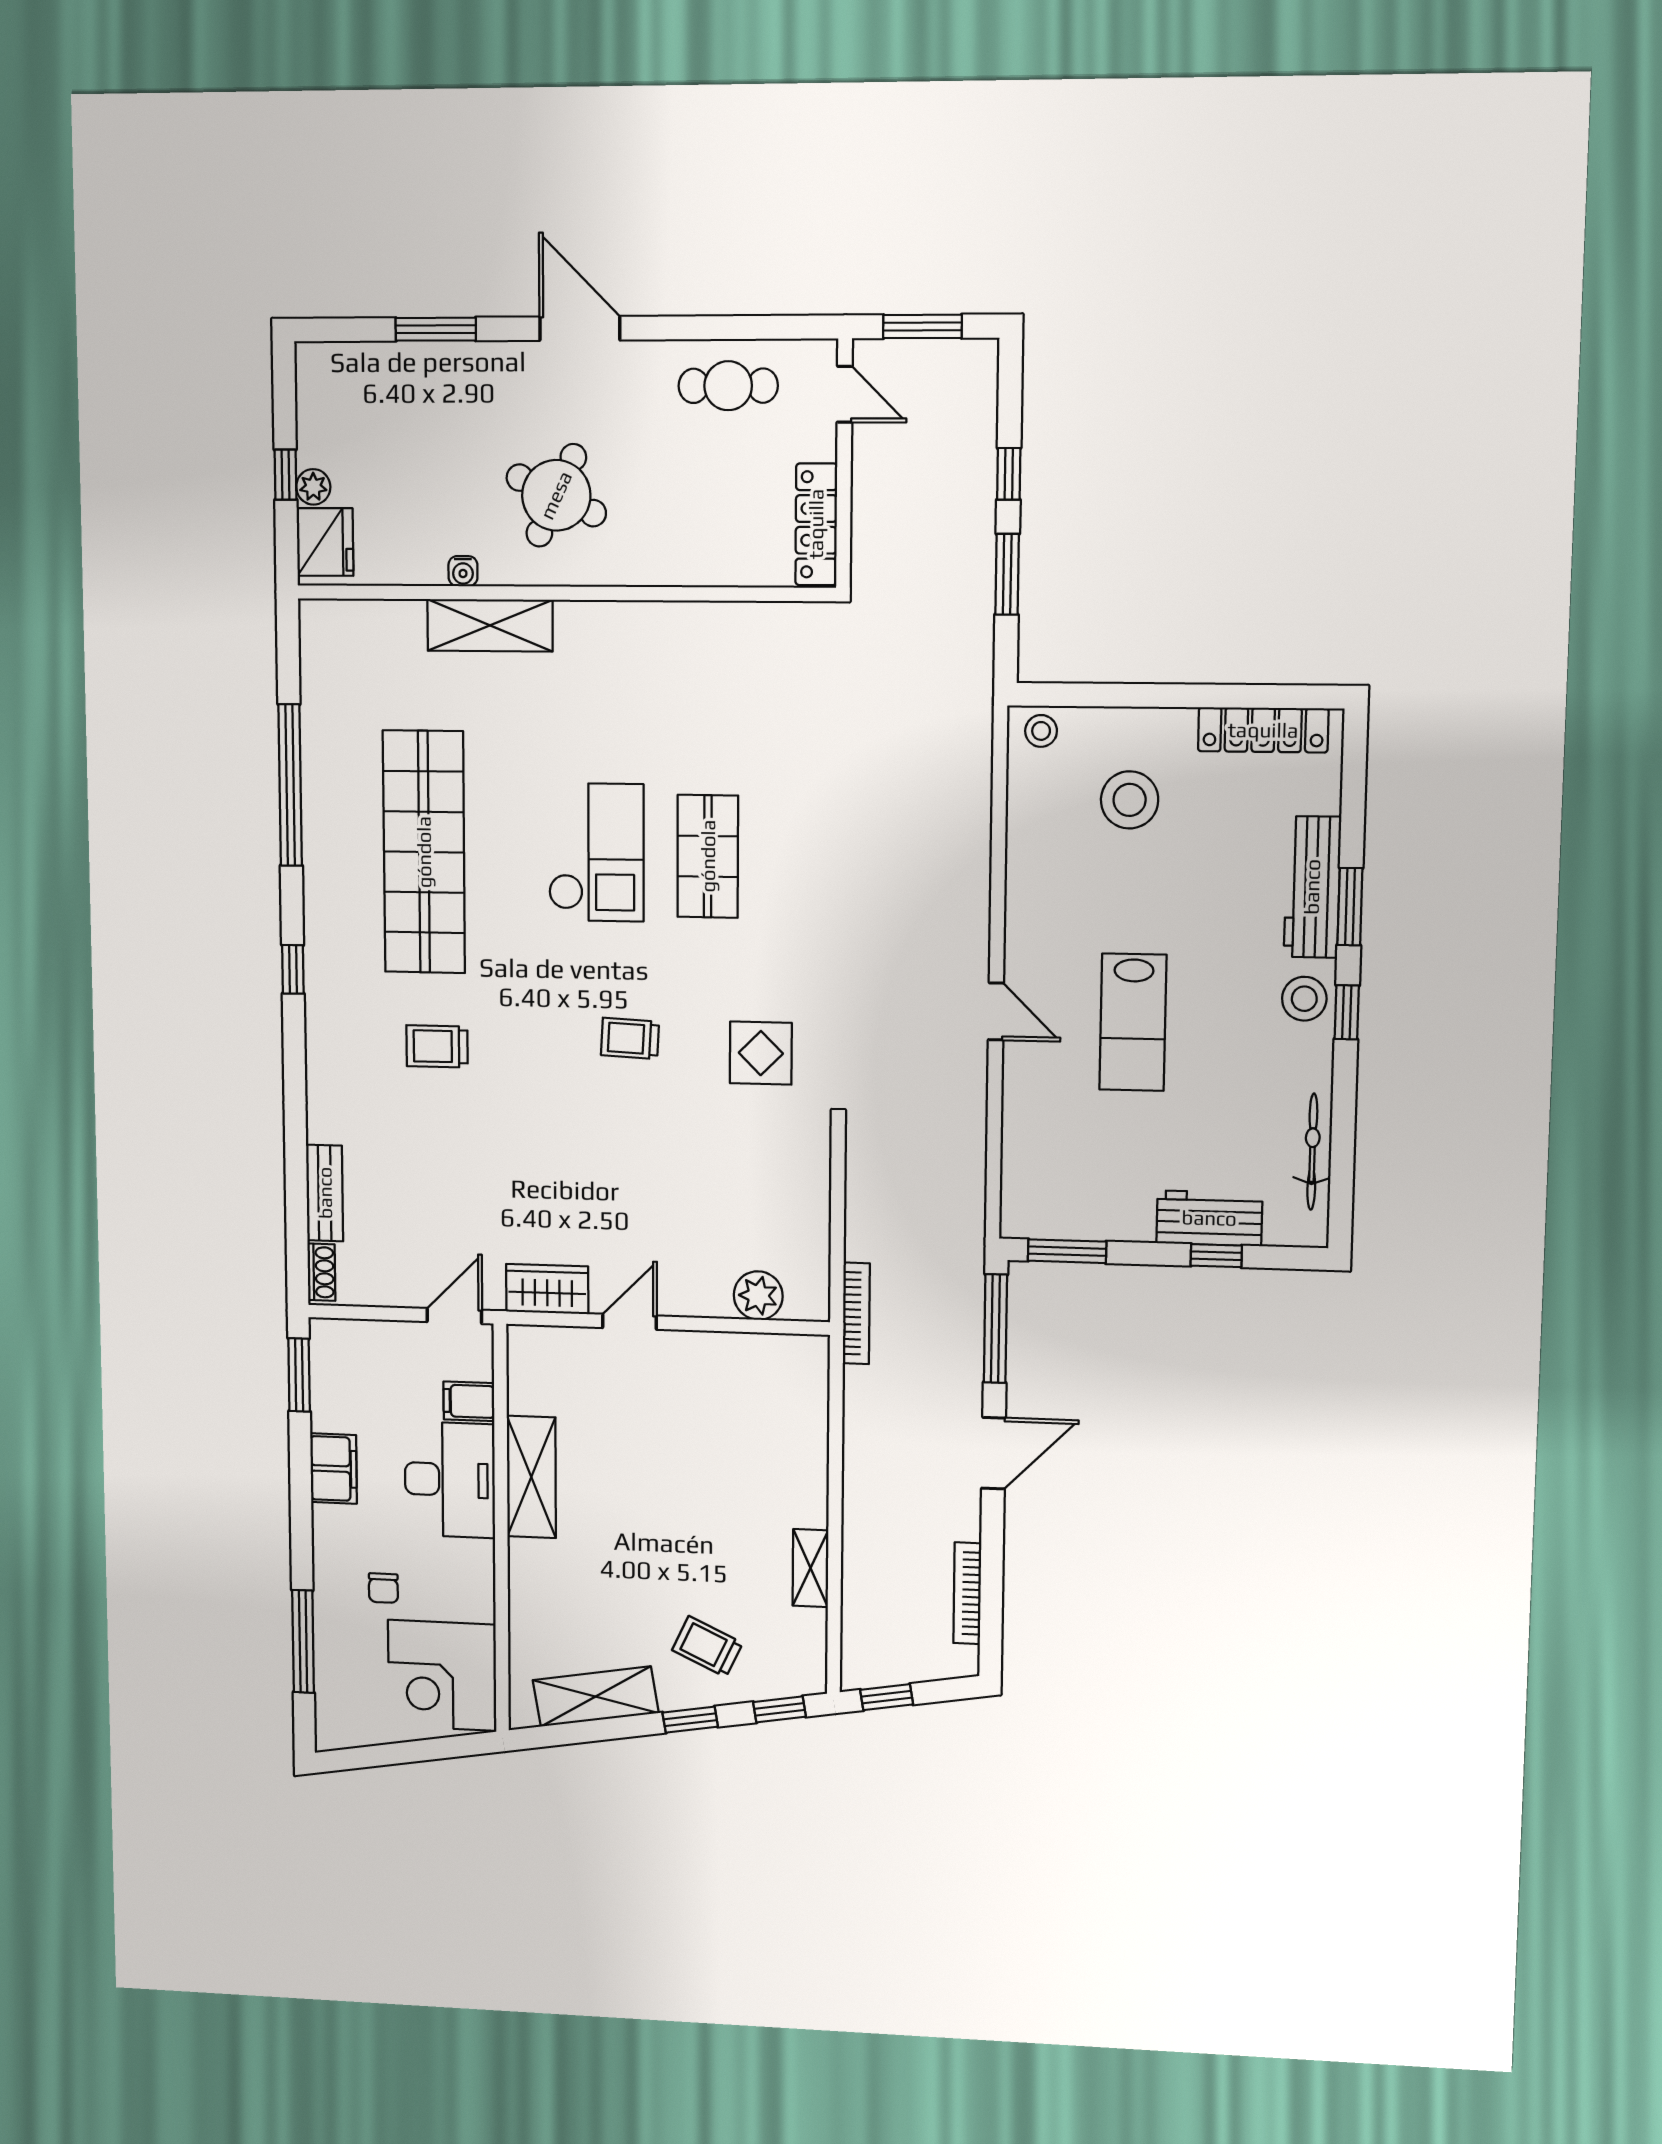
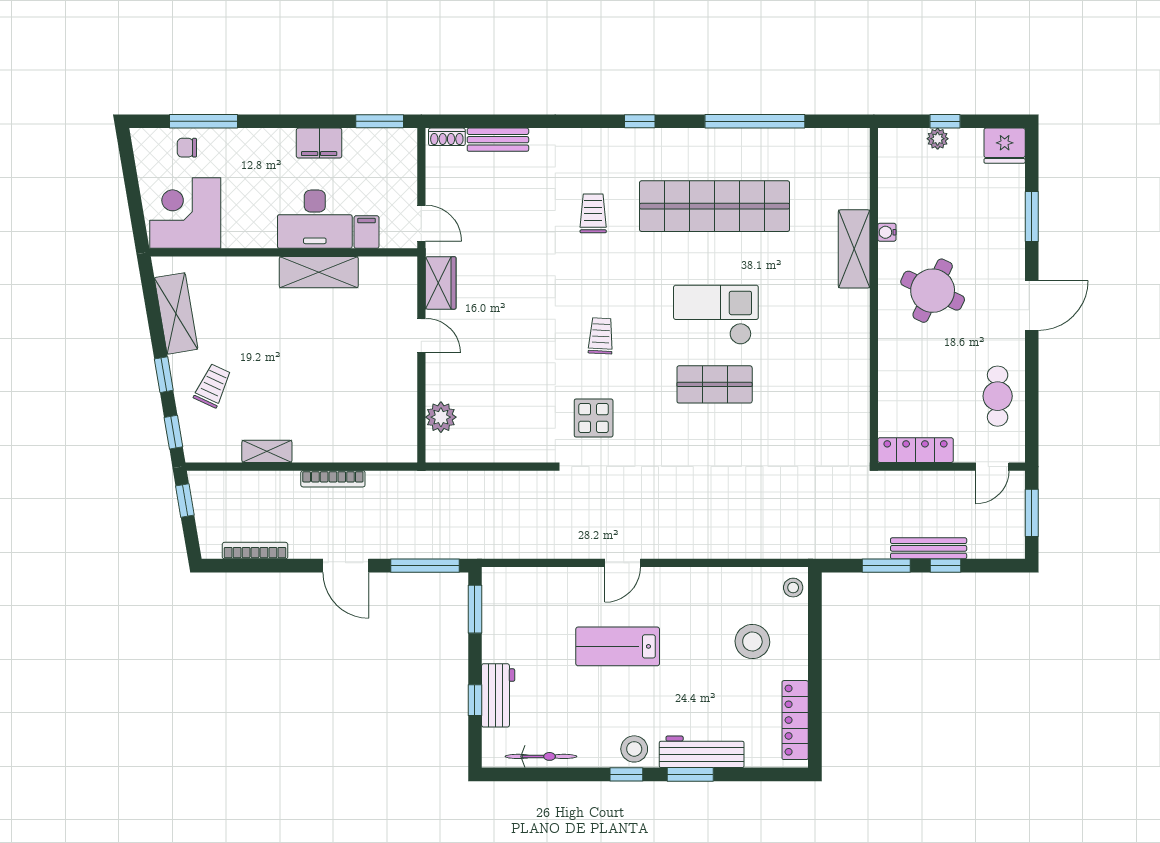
bench: (979, 503) -> (929, 548), added
fridge: (325, 542) -> (1005, 146), moved
checkout: (596, 852) -> (716, 315), turned 180
bookcase: (856, 1313) -> (333, 479), moved
chair: (383, 1588) -> (187, 148), moved

